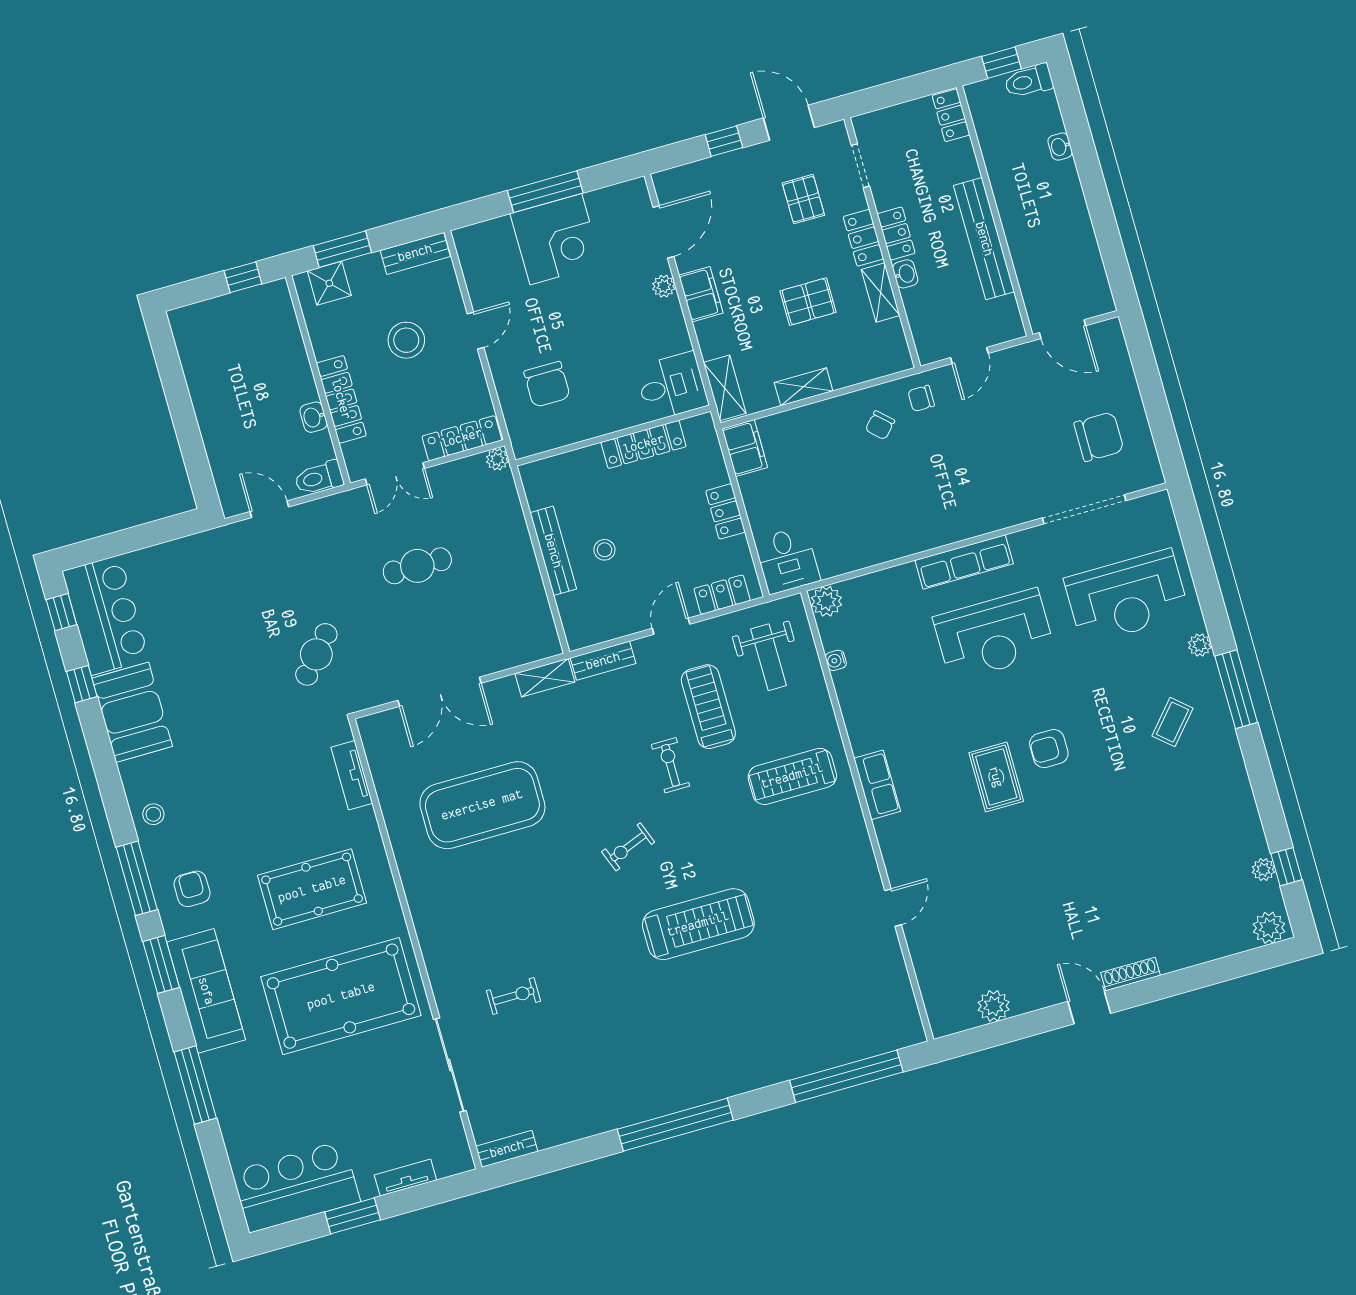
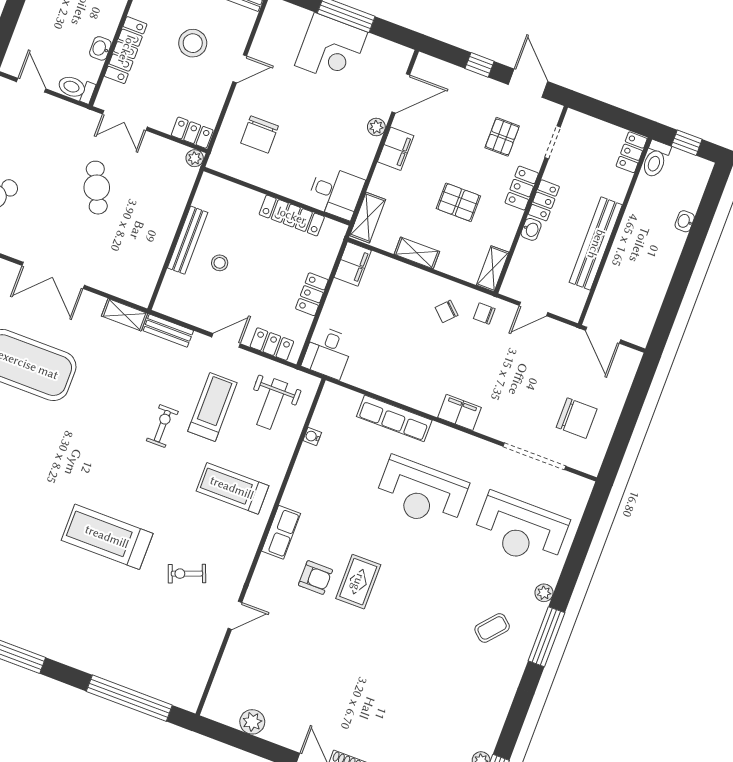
toilet: (1029, 81) -> (656, 159), moved, turned -90
shelving: (880, 293) -> (493, 269), moved
locker: (462, 438) -> (192, 133), width x0.66
filing cabinet: (972, 521) -> (459, 412), added
row of seats: (964, 562) -> (394, 418), moved
cafe table: (417, 566) -> (97, 188), turned 65
plant: (826, 601) -> (333, 396), removed
armchair: (1049, 749) -> (315, 578), moved, turned 180
exercise bike: (628, 847) -> (187, 574), moved
treadmill: (698, 924) -> (107, 537), turned 180

